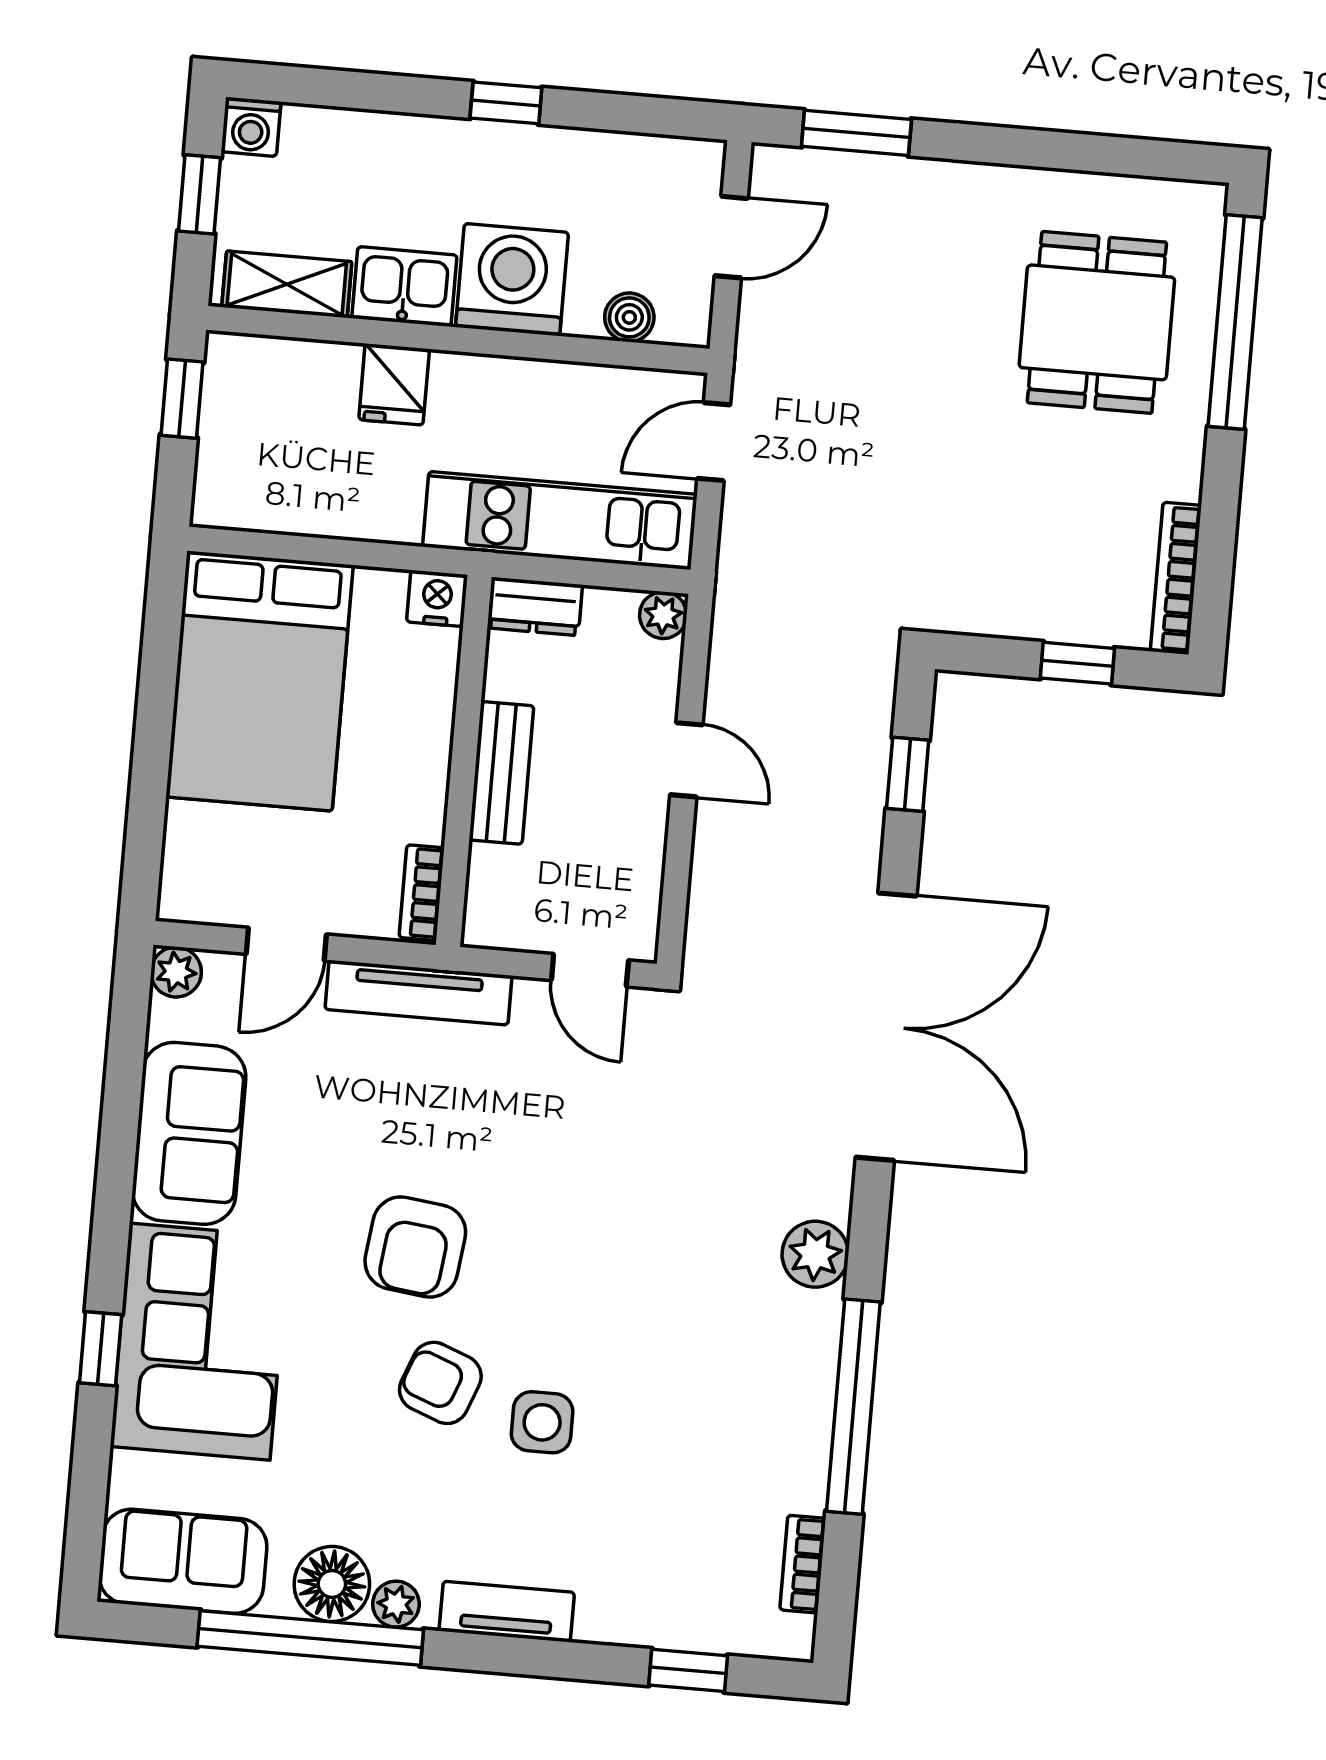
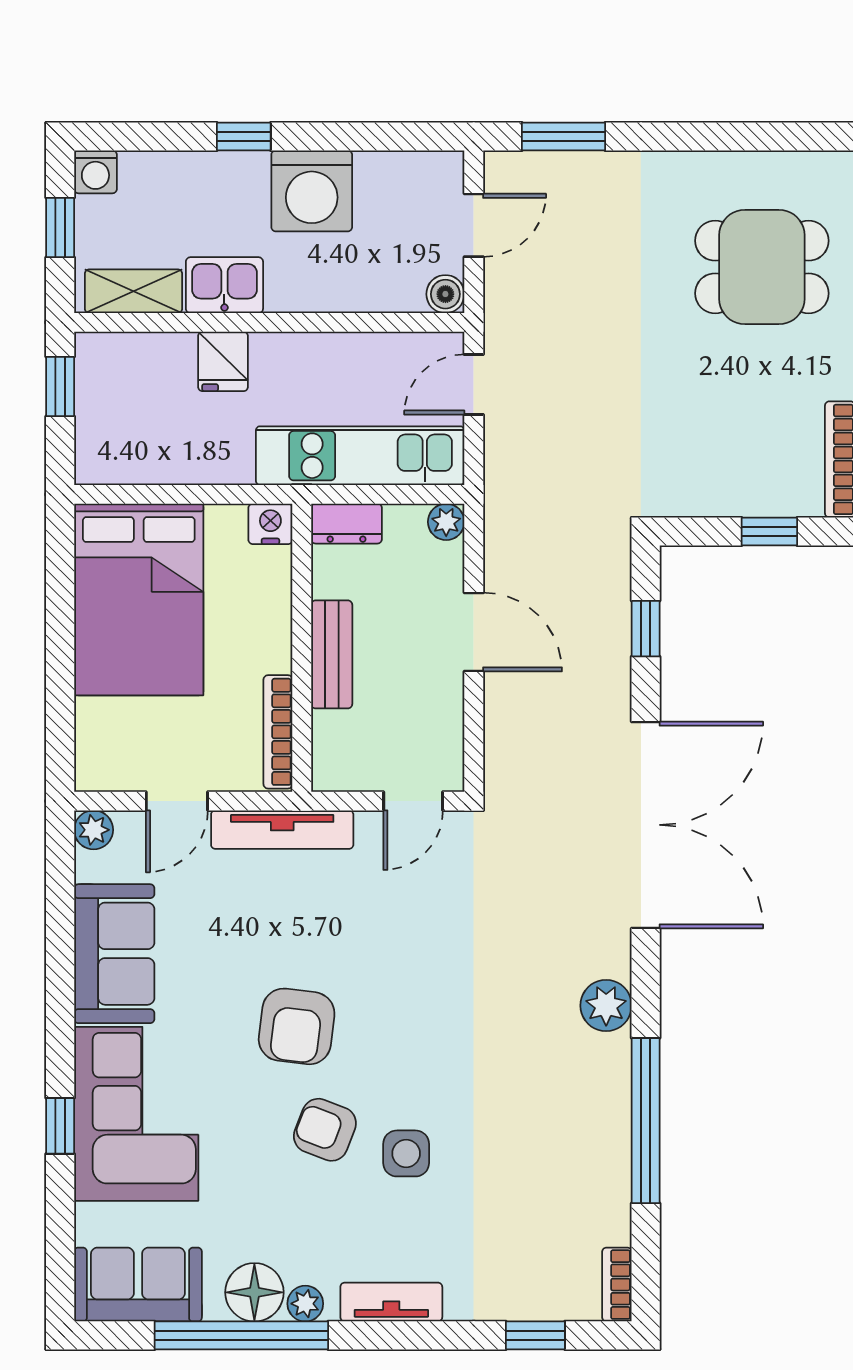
window: (506, 103) -> (244, 137), moved
washing machine: (512, 280) -> (312, 191), moved, turned 180
boiler: (629, 317) -> (445, 294), moved
dining table: (1097, 322) -> (762, 267), turned 90
door: (686, 760) -> (474, 632), width x1.38
bookcase: (422, 893) -> (278, 732), width x1.56
door: (590, 970) -> (413, 801), hinge flipped
bookcase: (803, 1564) -> (617, 1285), moved

